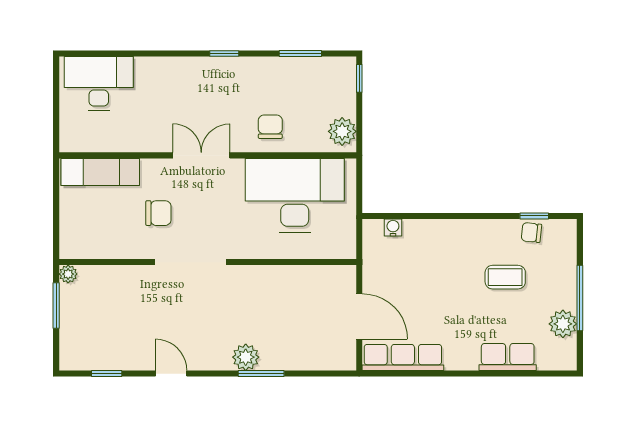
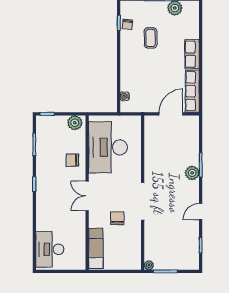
row of seats: (508, 357) -> (192, 54), moved

